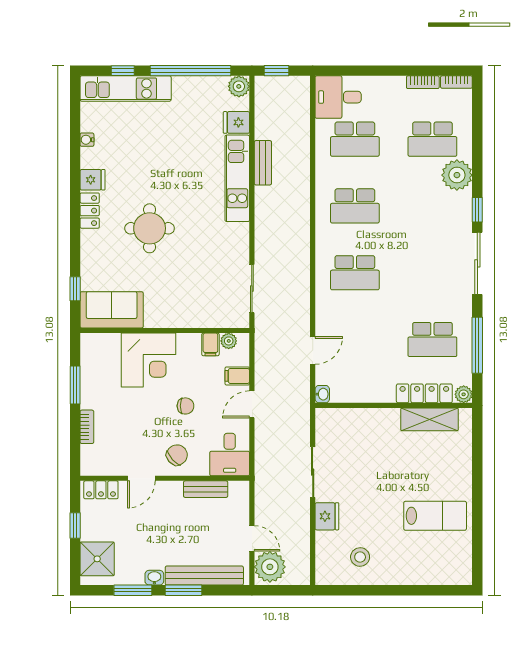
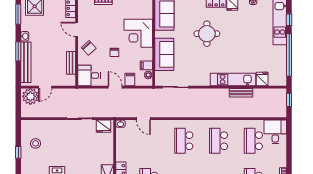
plant: (239, 86) -> (281, 80), removed
sofa: (189, 310) -> (164, 54), added
fridge: (327, 516) -> (104, 126), moved
window: (133, 590) -> (18, 14), moved
window: (377, 590) -> (18, 152), added

